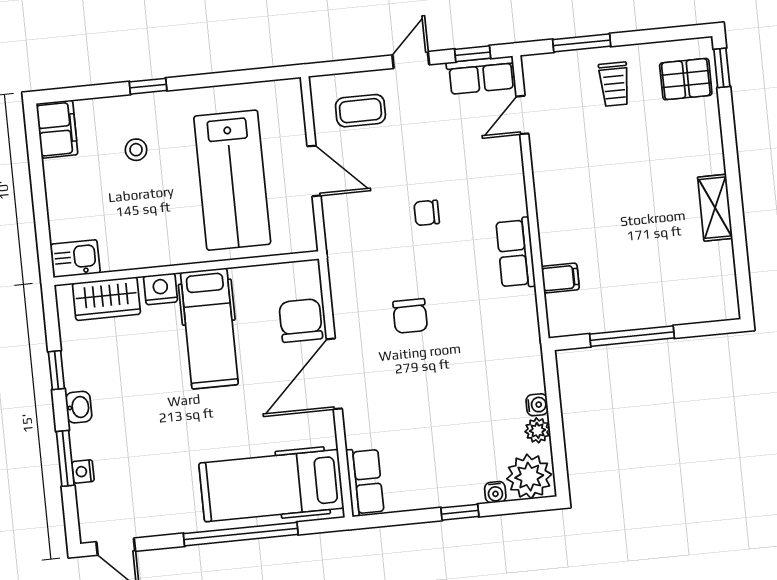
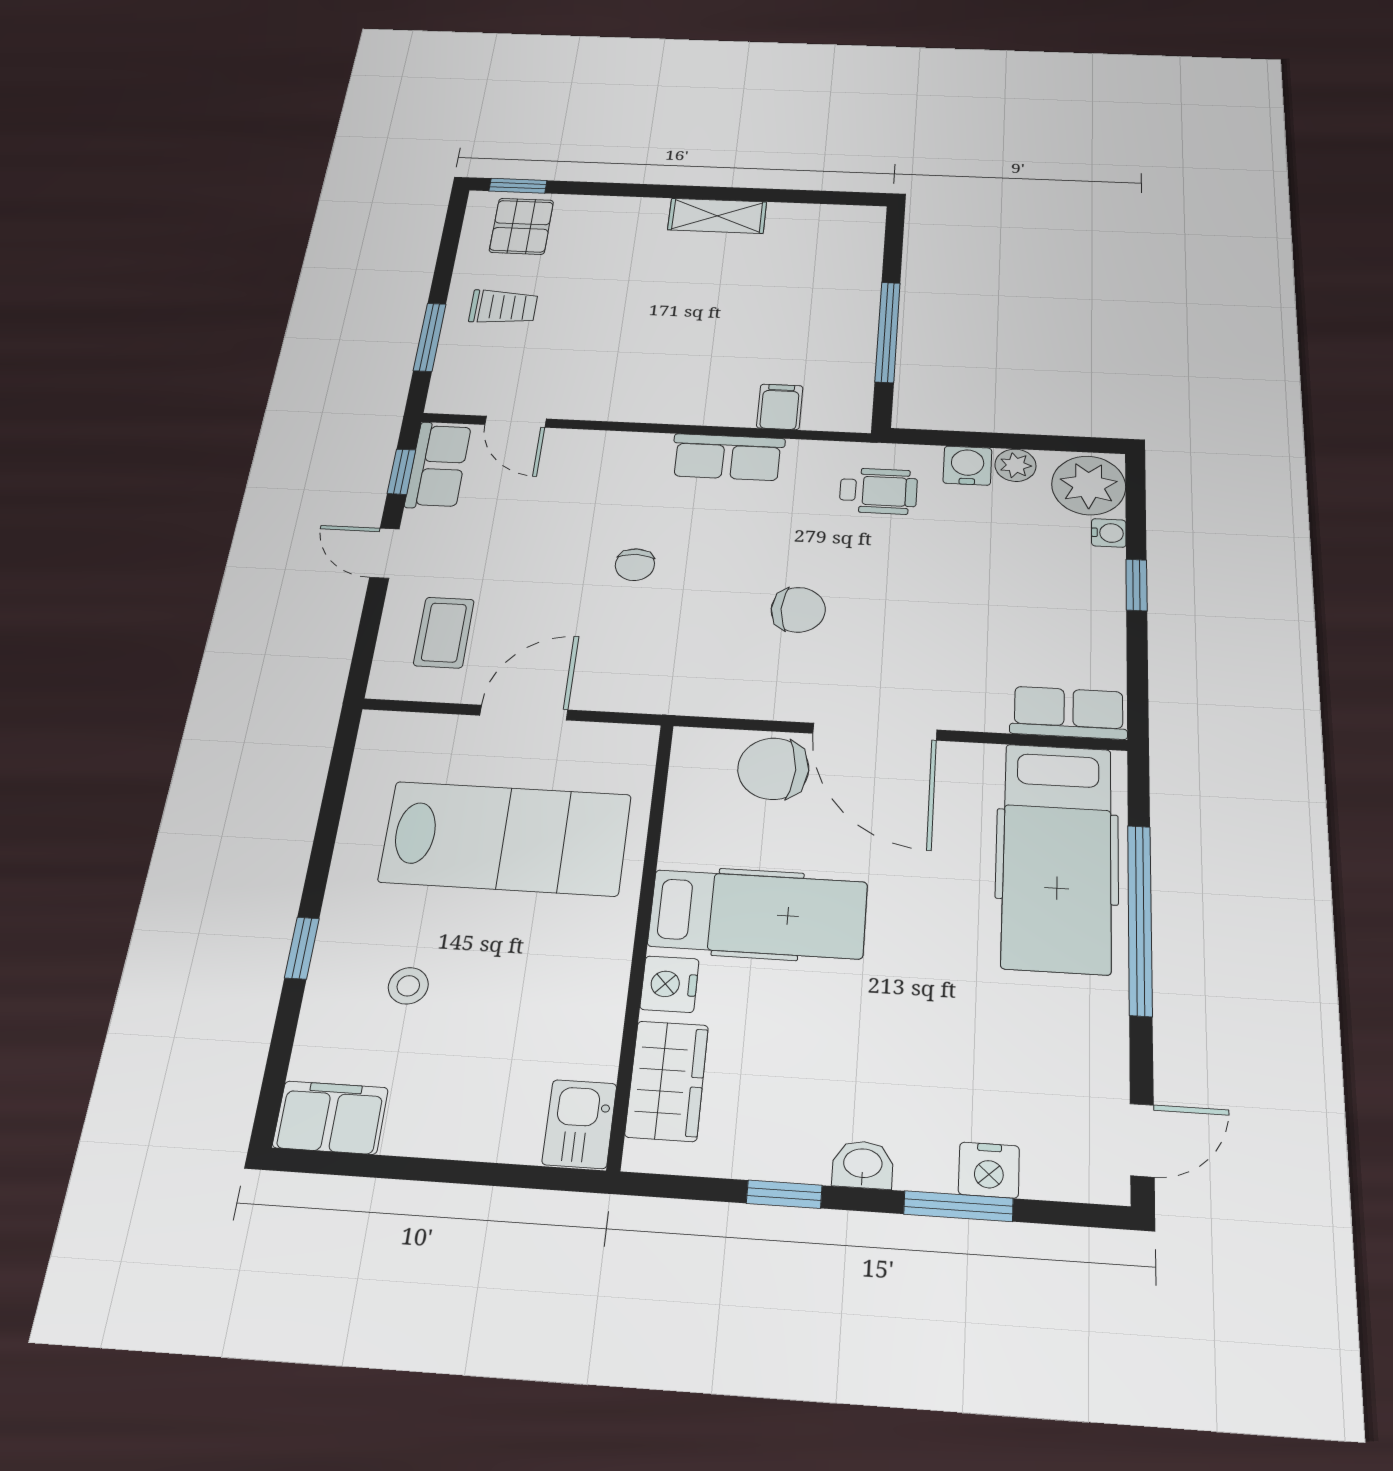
wheelchair: (505, 350) -> (878, 491), added
water cooler: (537, 405) -> (967, 466), width x1.38, depth x1.38
nightstand: (83, 471) -> (989, 1170), width x1.39, depth x1.35

